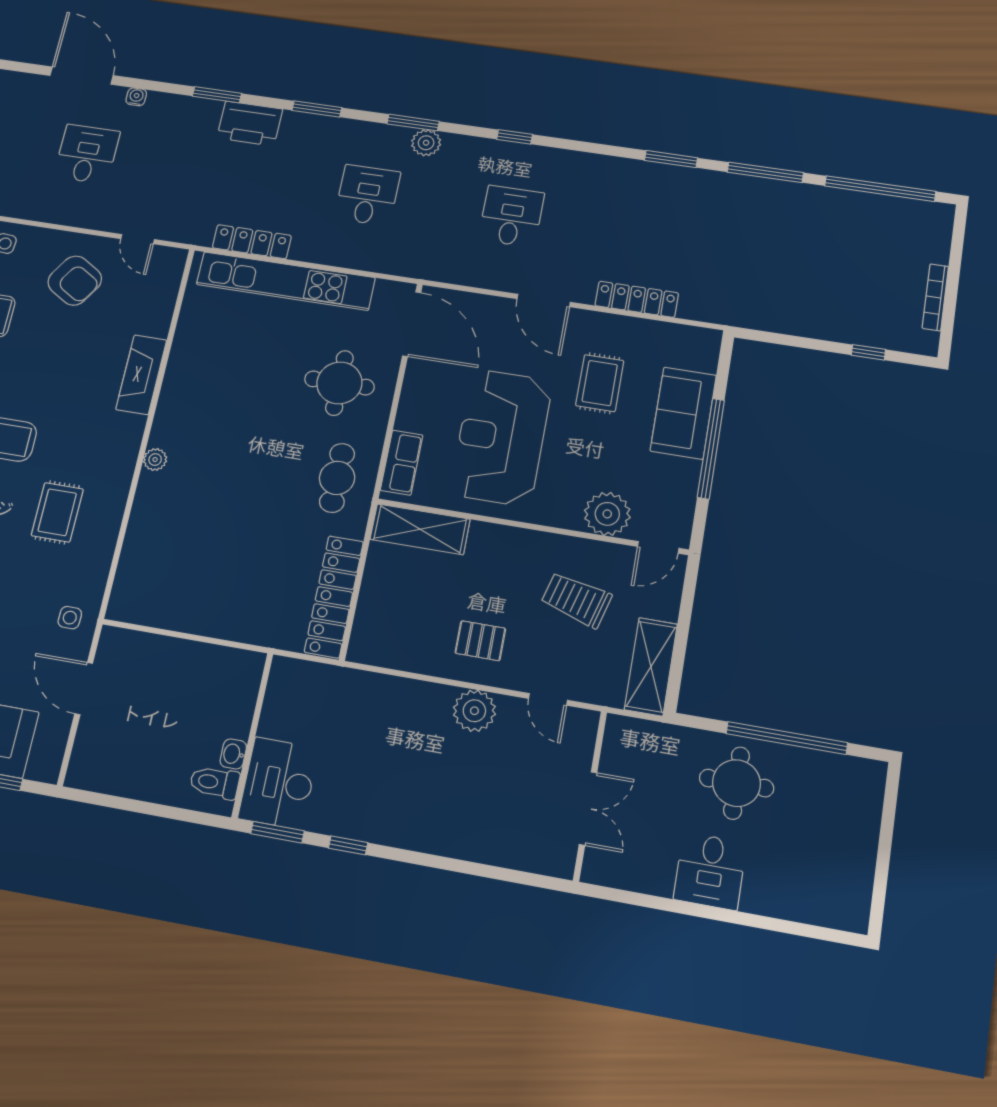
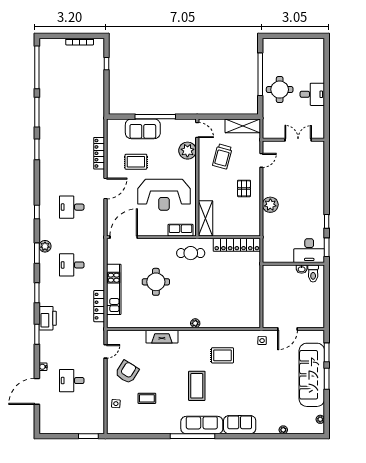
kitchen unit: (286, 281) -> (114, 289), width x0.73
round table: (339, 383) -> (156, 282), moved
plant: (474, 711) -> (270, 205), moved

